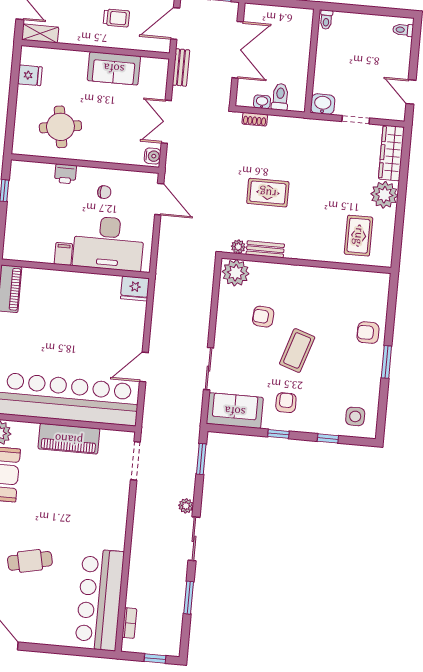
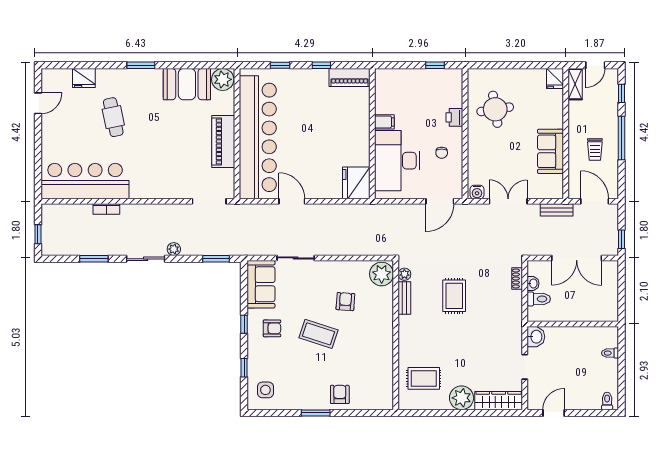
toilet: (326, 20) -> (610, 353), moved
fridge: (30, 75) -> (555, 78), moved
fridge: (135, 289) -> (356, 183), width x1.36, depth x1.34
bookcase: (129, 623) -> (106, 209), moved

